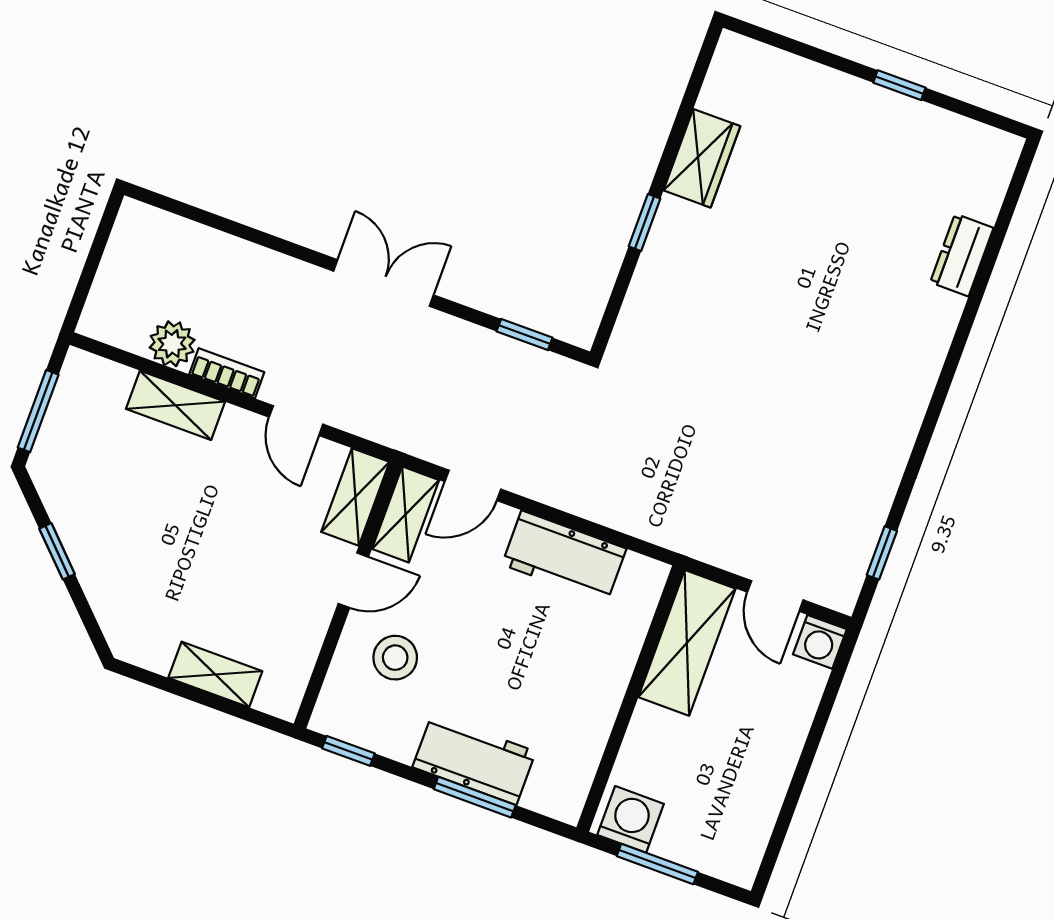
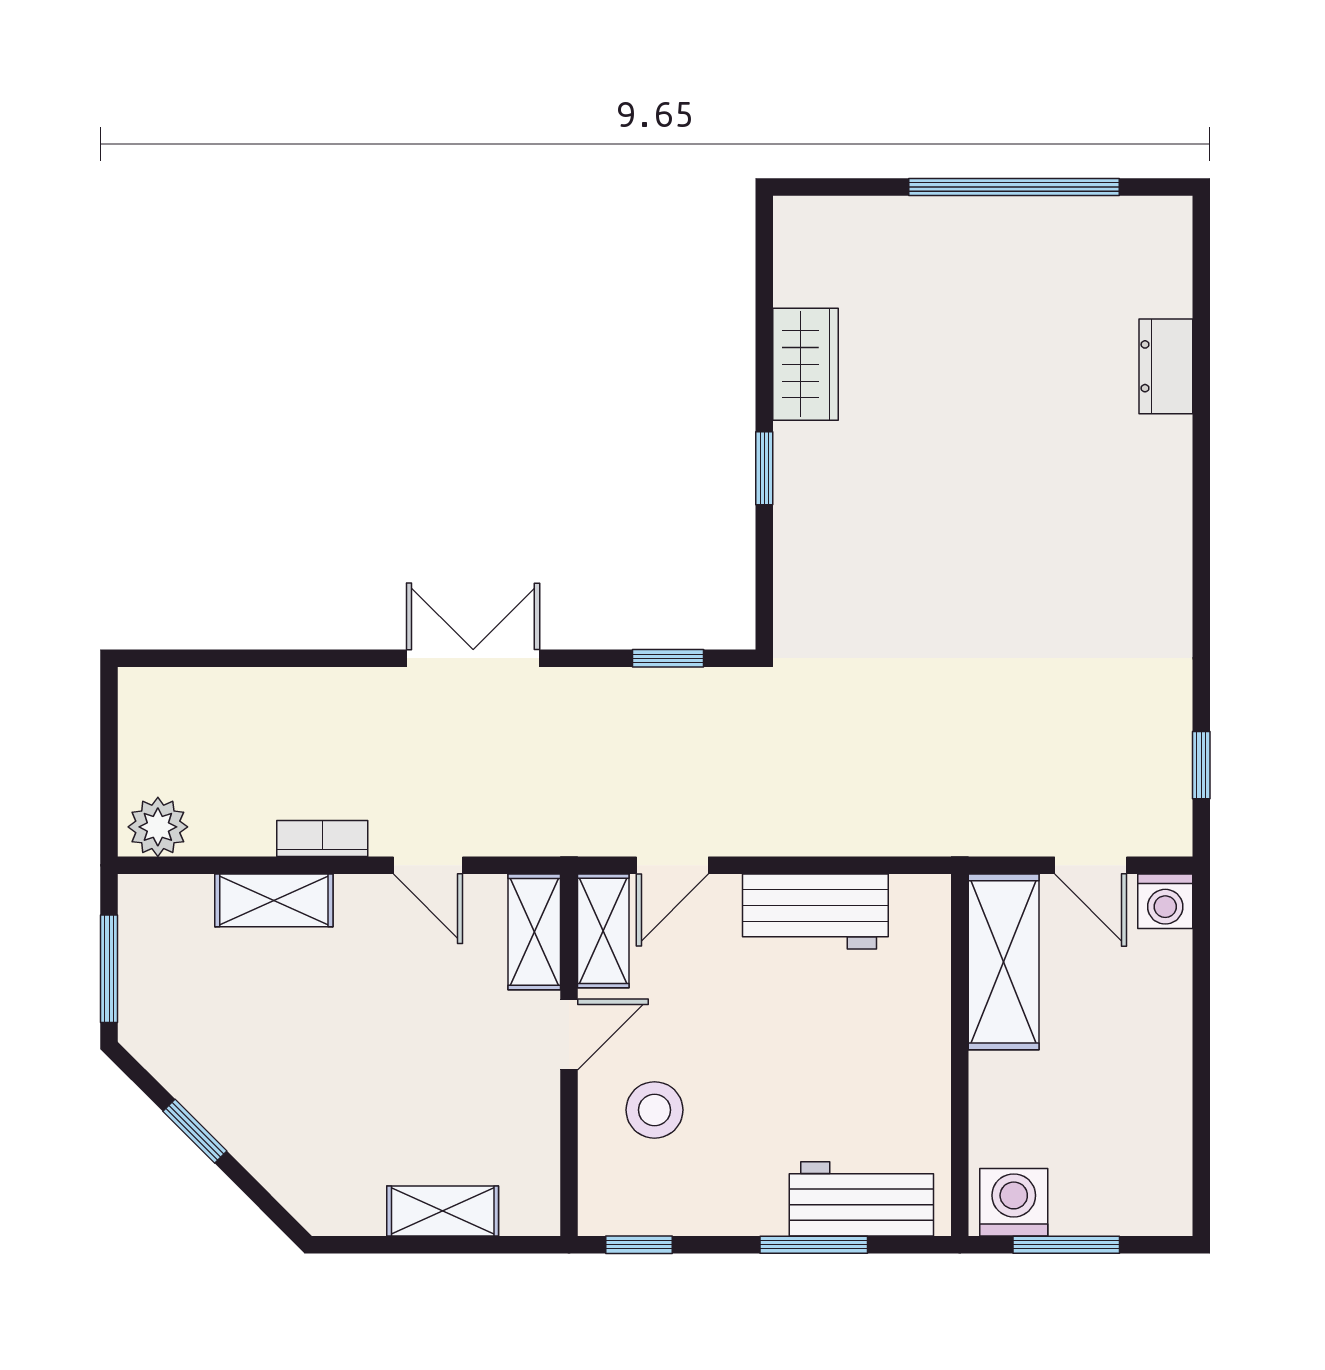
window: (899, 85) -> (1014, 187), width x3.17
plant: (172, 344) -> (158, 827), moved
workbench: (474, 759) -> (861, 1199), moved

